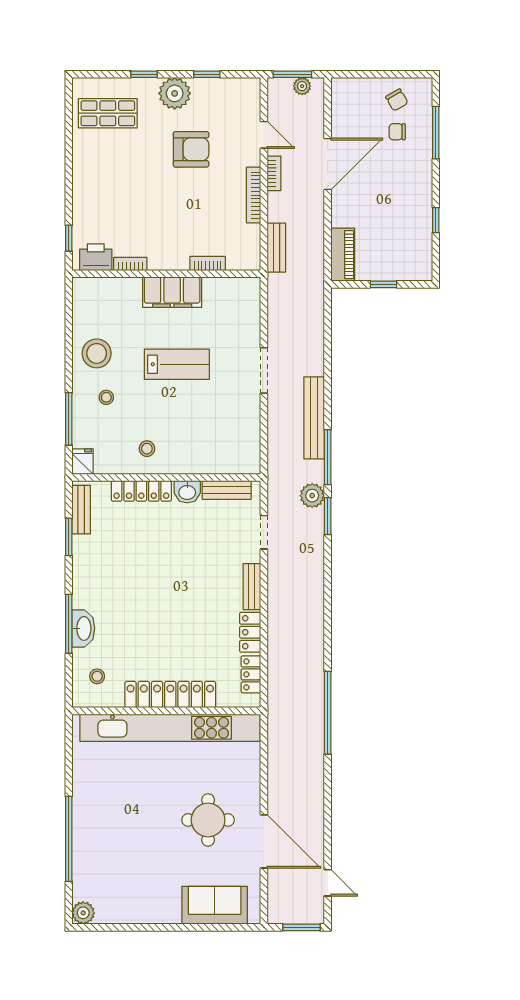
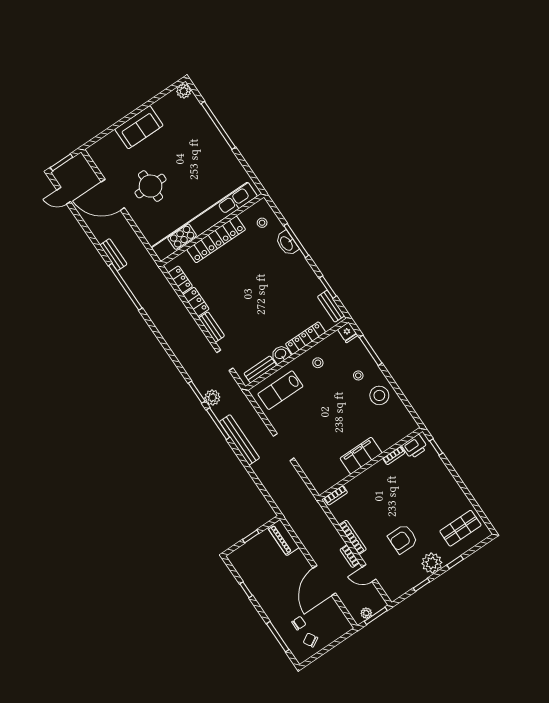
bench: (276, 248) -> (113, 255), moved
bookcase: (208, 263) -> (336, 495), moved
lab bench: (177, 364) -> (280, 390), moved
sofa: (215, 905) -> (139, 127), moved

